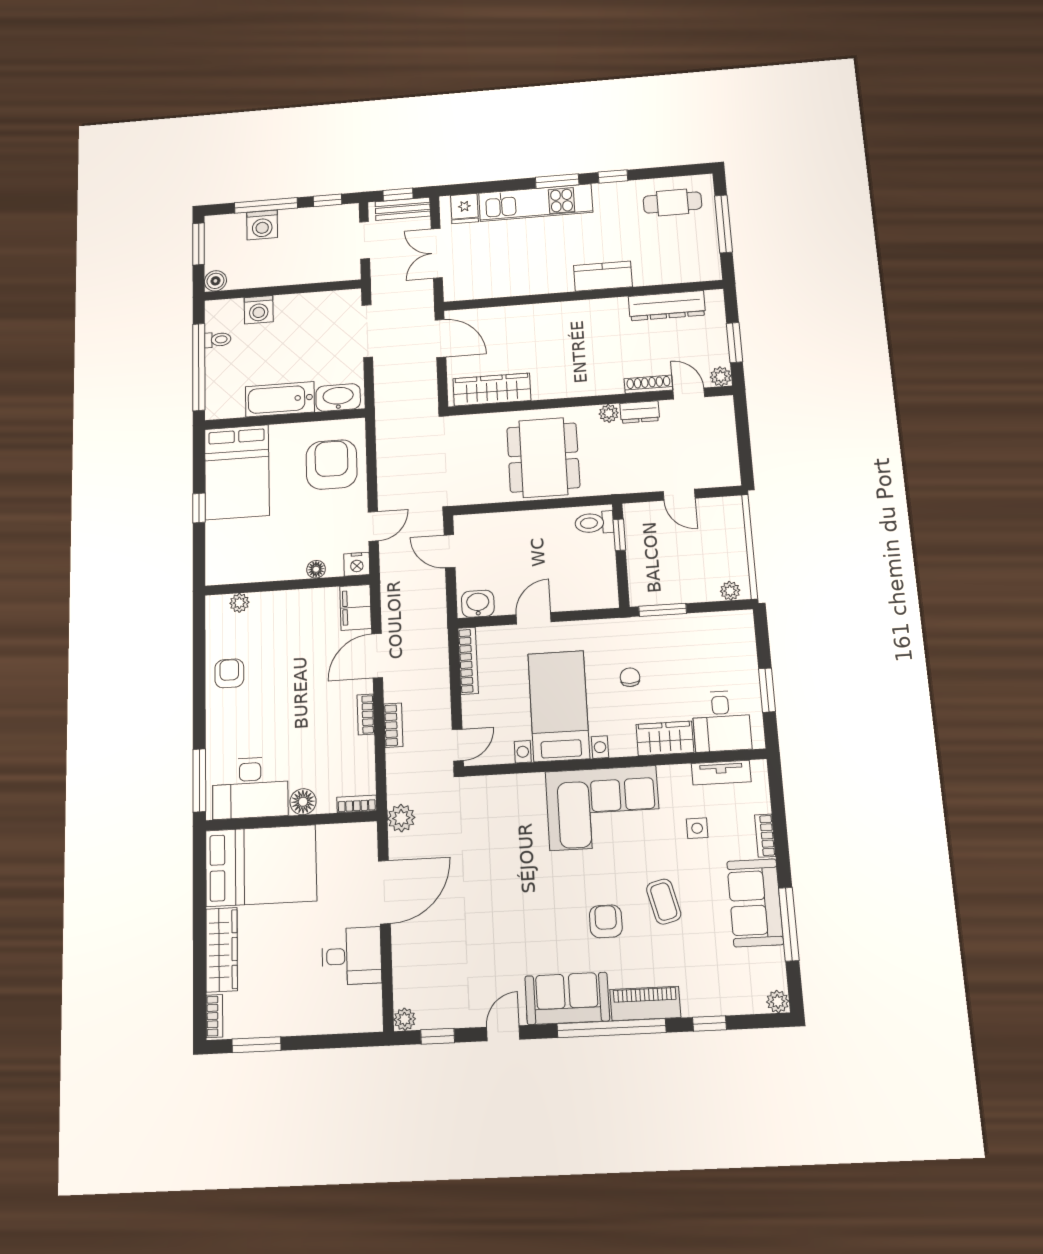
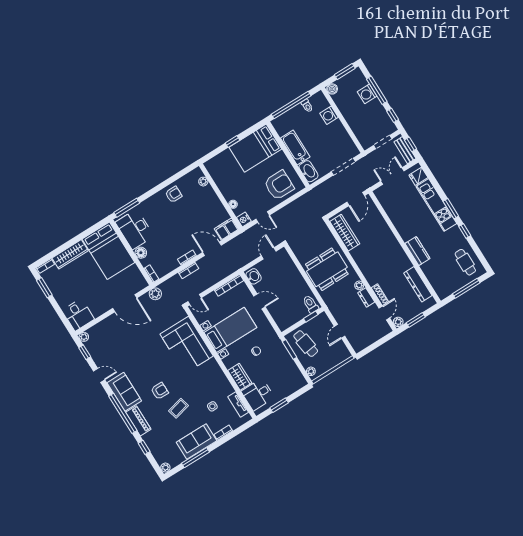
cafe table: (668, 572) -> (306, 344), added
corner sofa: (603, 808) -> (187, 345), moved
desk: (352, 956) -> (78, 315), moved

